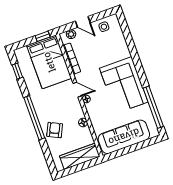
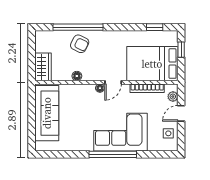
window: (43, 36) -> (181, 50), moved
corner sofa: (124, 85) -> (120, 132), moved
window: (153, 107) -> (113, 154), moved
window: (34, 118) -> (78, 27), moved
wardrobe: (80, 156) -> (43, 67), width x0.67

